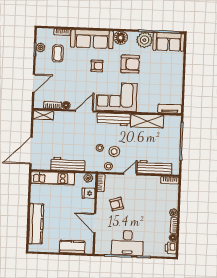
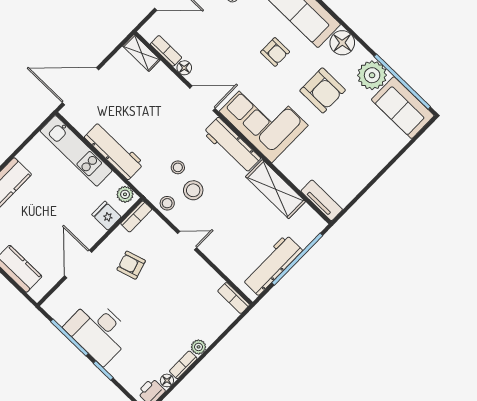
workbench: (154, 167) -> (272, 265), moved, turned -90

